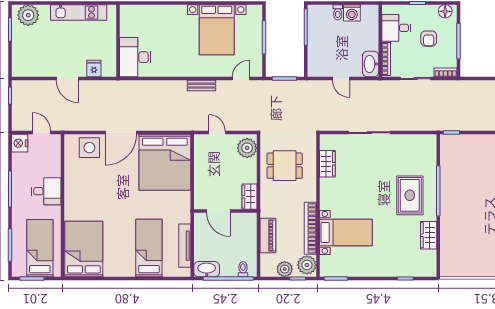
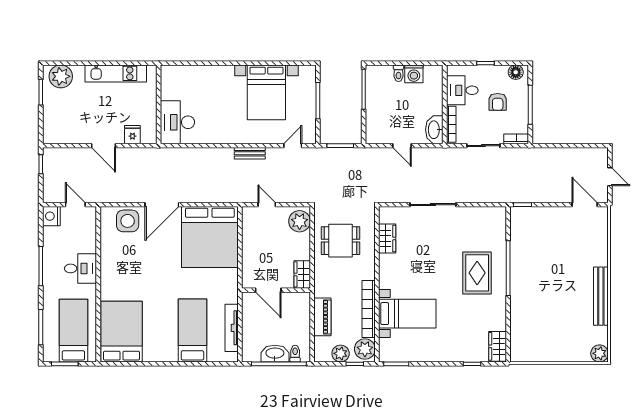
wardrobe: (429, 235) -> (498, 346), moved
washbasin: (207, 269) -> (275, 354), moved

